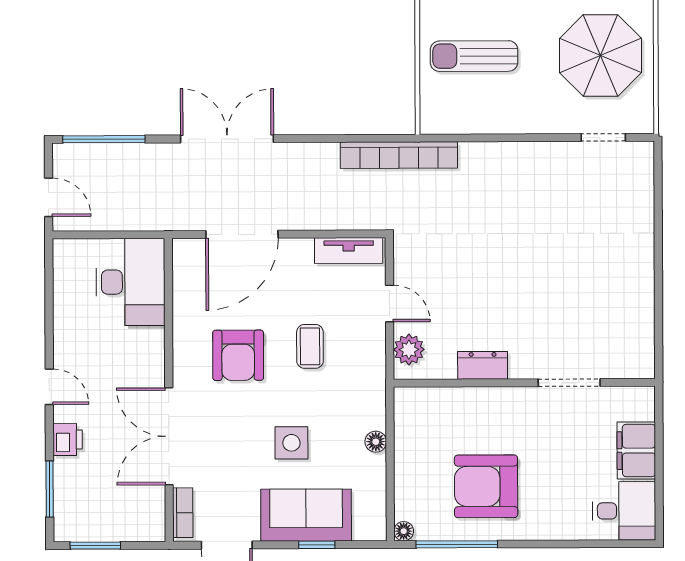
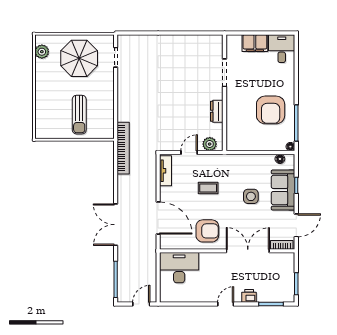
armchair: (238, 355) -> (207, 231), moved
double door: (169, 436) -> (248, 251), swing flipped
floor lamp: (376, 442) -> (280, 159), moved

